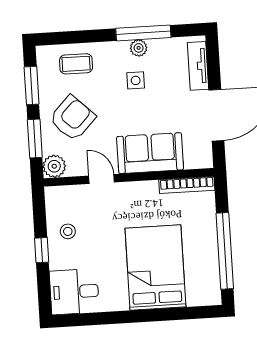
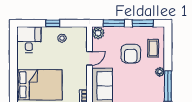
plant: (139, 48) -> (160, 72), moved
side table: (136, 80) -> (142, 80), removed
armchair: (72, 118) -> (131, 54), moved, turned 46

